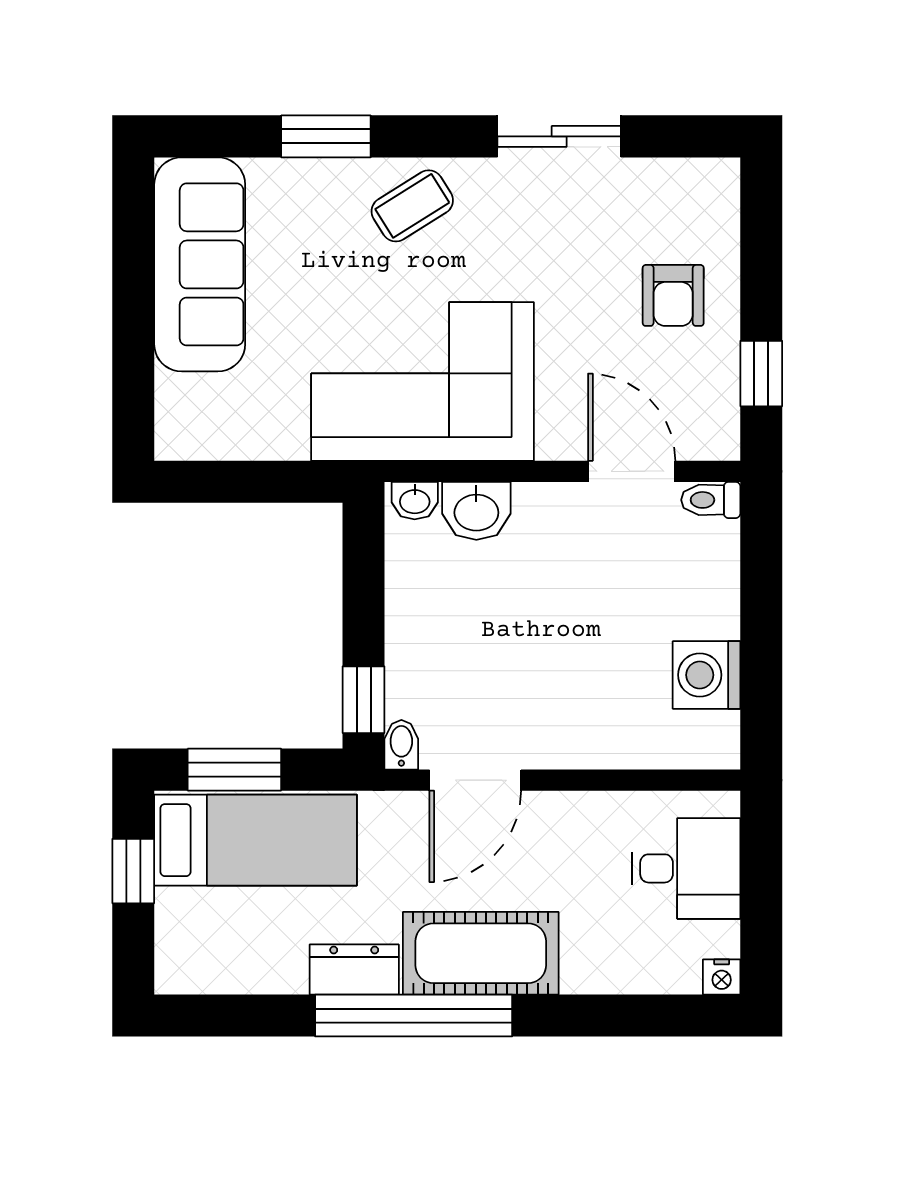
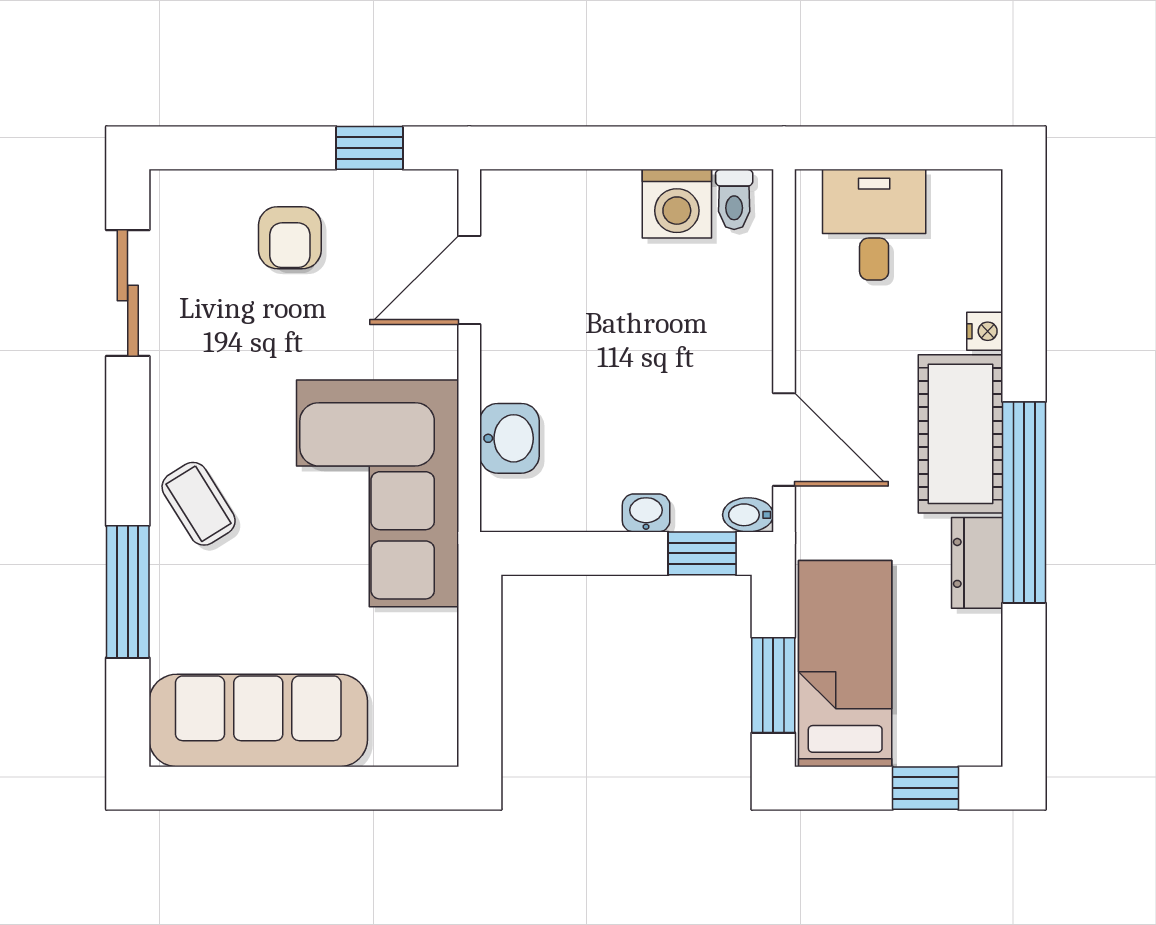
window: (326, 136) -> (128, 592), width x1.44
sliding door: (559, 136) -> (128, 293), moved
armchair: (673, 295) -> (290, 238), turned 90
toilet: (711, 500) -> (734, 199), moved
washbasin: (415, 501) -> (646, 513), moved, turned -90
window: (133, 871) -> (926, 788), moved
nightstand: (722, 977) -> (985, 331), moved

